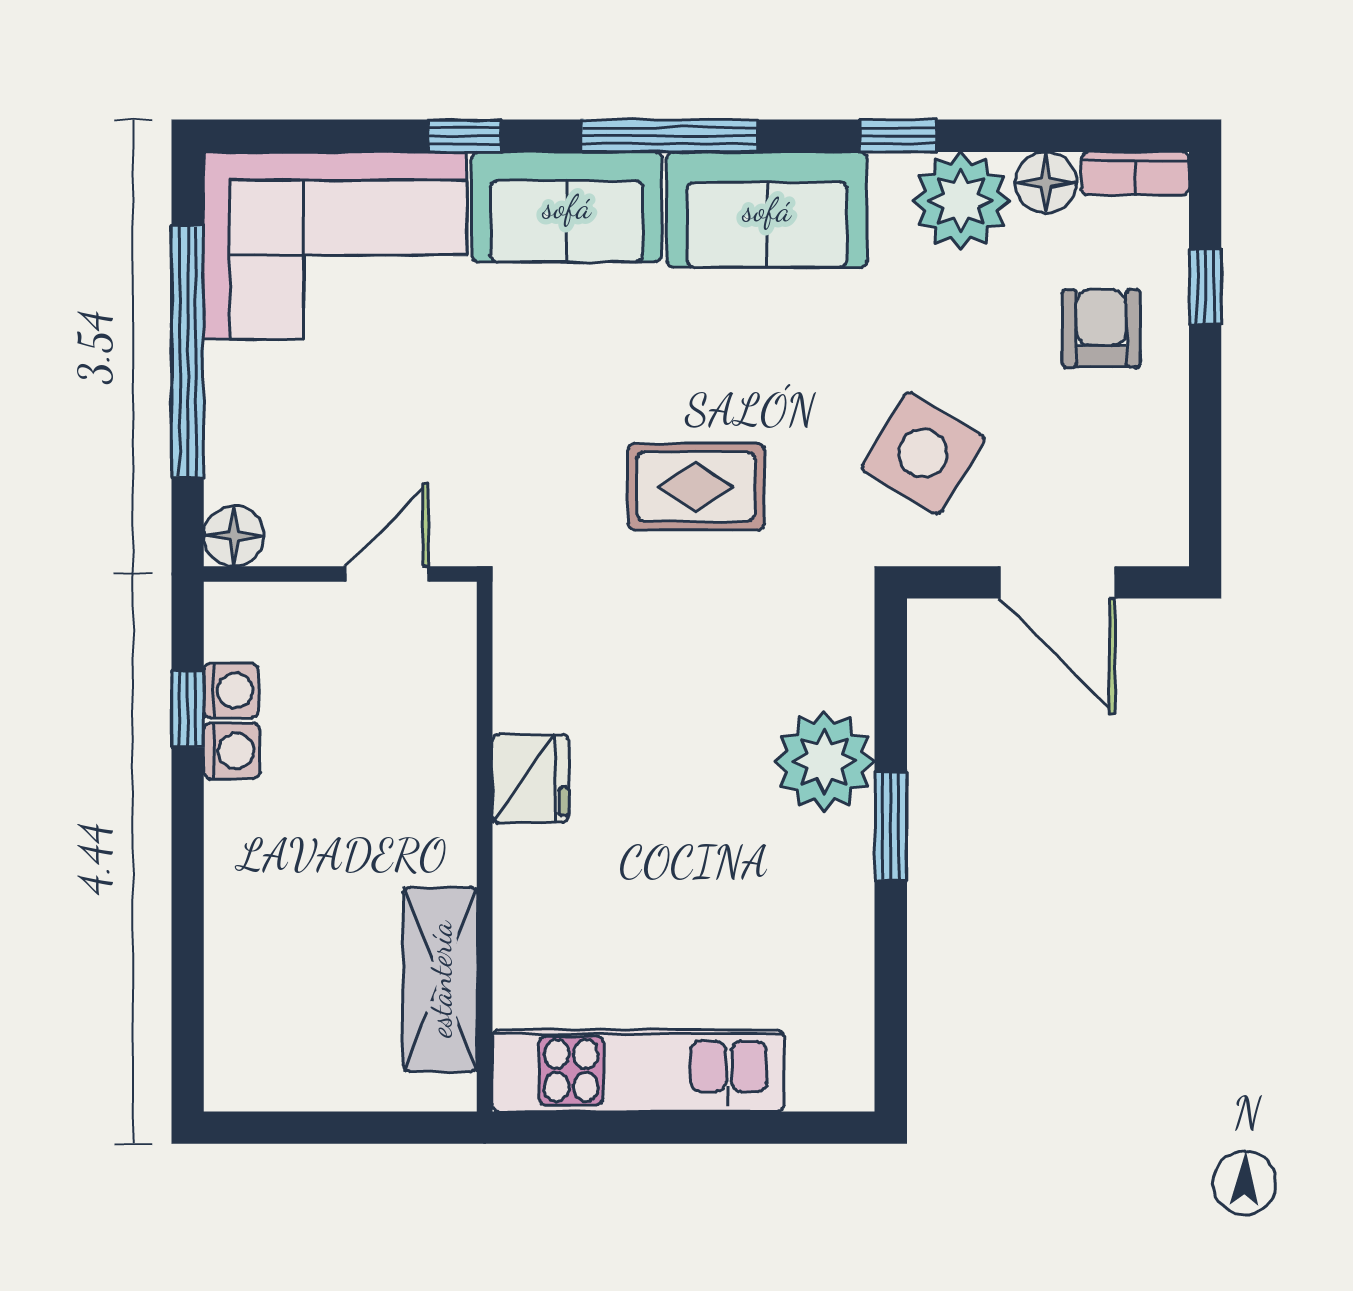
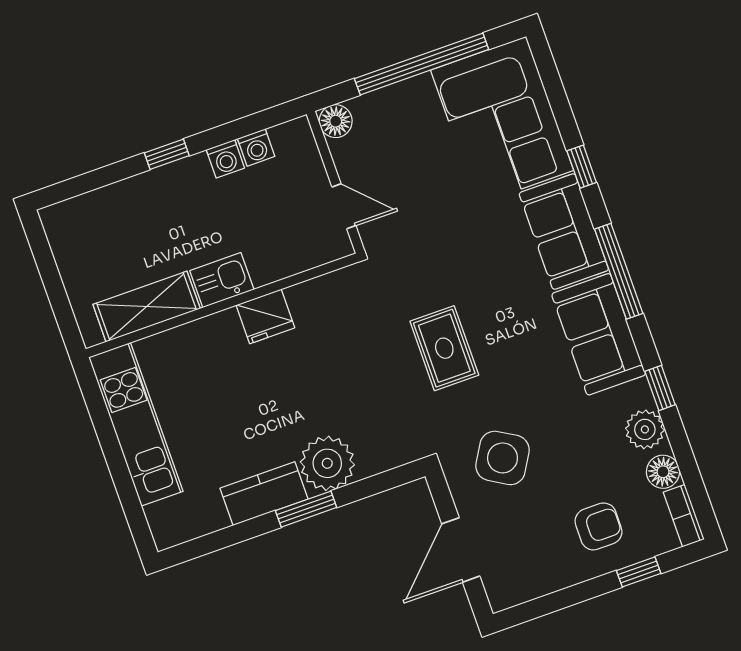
plant: (961, 201) -> (645, 429), width x0.73, depth x0.73
window: (188, 709) -> (167, 154), moved
kitchen sink: (441, 832) -> (222, 280), added
kitchen counter: (838, 890) -> (264, 494), added

